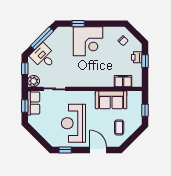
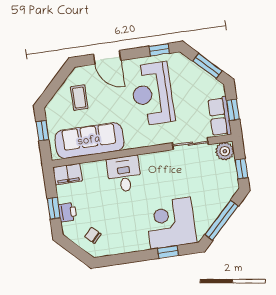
corner desk: (88, 41) -> (171, 223), moved
desk: (43, 56) -> (124, 174), moved, turned -135
filing cabinet: (123, 81) -> (68, 174), moved
sofa: (111, 100) -> (89, 141), width x1.36
reception desk: (73, 123) -> (152, 94), turned 180
window: (37, 136) -> (207, 66), added

